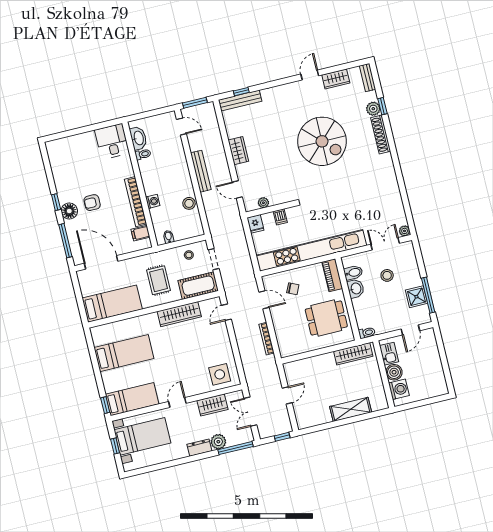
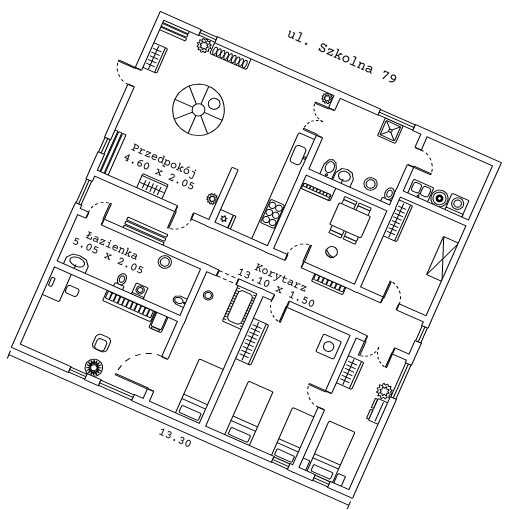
toilet: (143, 154) -> (121, 281), moved
dishwasher: (280, 217) -> (235, 194), removed
stool: (387, 275) -> (371, 184), moved
rug: (159, 280) -> (210, 337), removed
chair: (293, 289) -> (332, 252), moved

